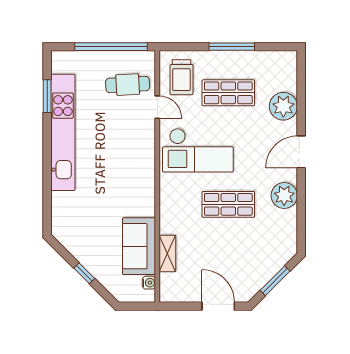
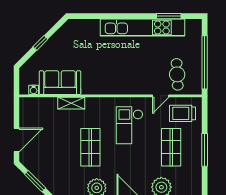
checkout: (198, 150) -> (130, 125), width x0.73, depth x0.83
shelving: (167, 254) -> (71, 103), moved

